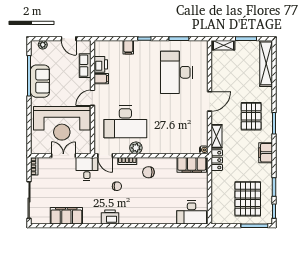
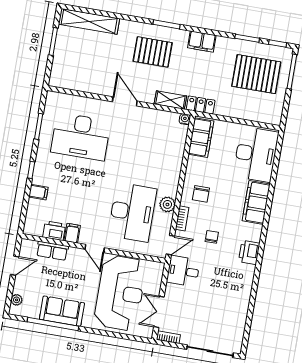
shelving: (224, 45) -> (57, 71), removed
double door: (63, 156) -> (159, 312), moved
desk: (192, 213) -> (256, 154), width x1.36, depth x1.30
filing cabinet: (66, 216) -> (256, 202), moved

